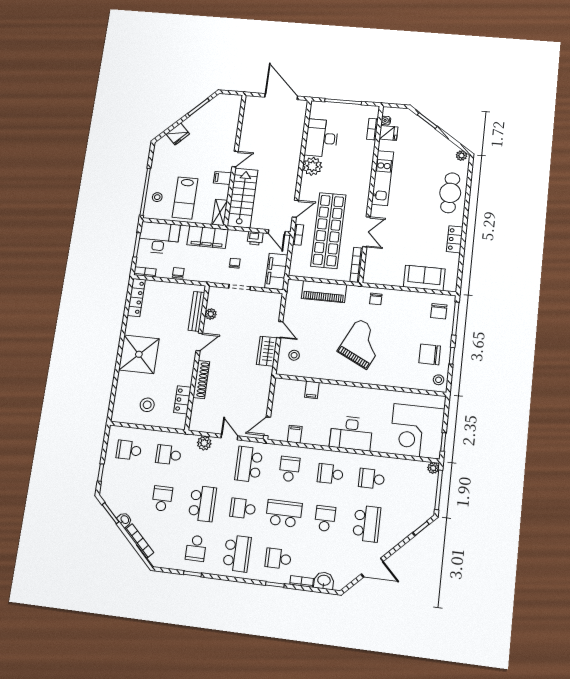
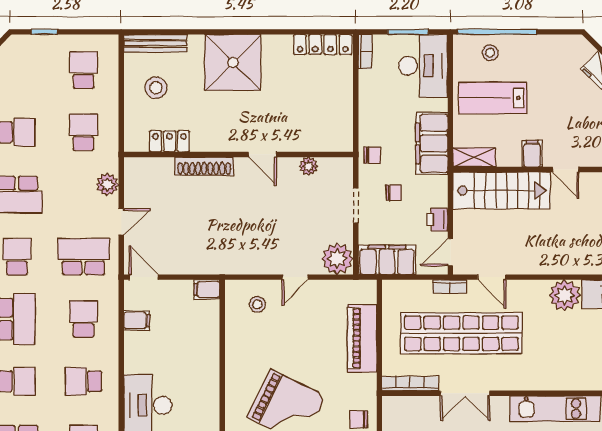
chair: (178, 273) -> (372, 155), moved
plant: (271, 302) -> (337, 259), added
bench: (196, 311) -> (155, 43), moved
wardrobe: (267, 351) -> (259, 261), removed
filing cabinet: (312, 390) -> (207, 289), moved
school desk: (289, 469) -> (83, 319), turned -90
school desk: (330, 474) -> (83, 381), turned -90

